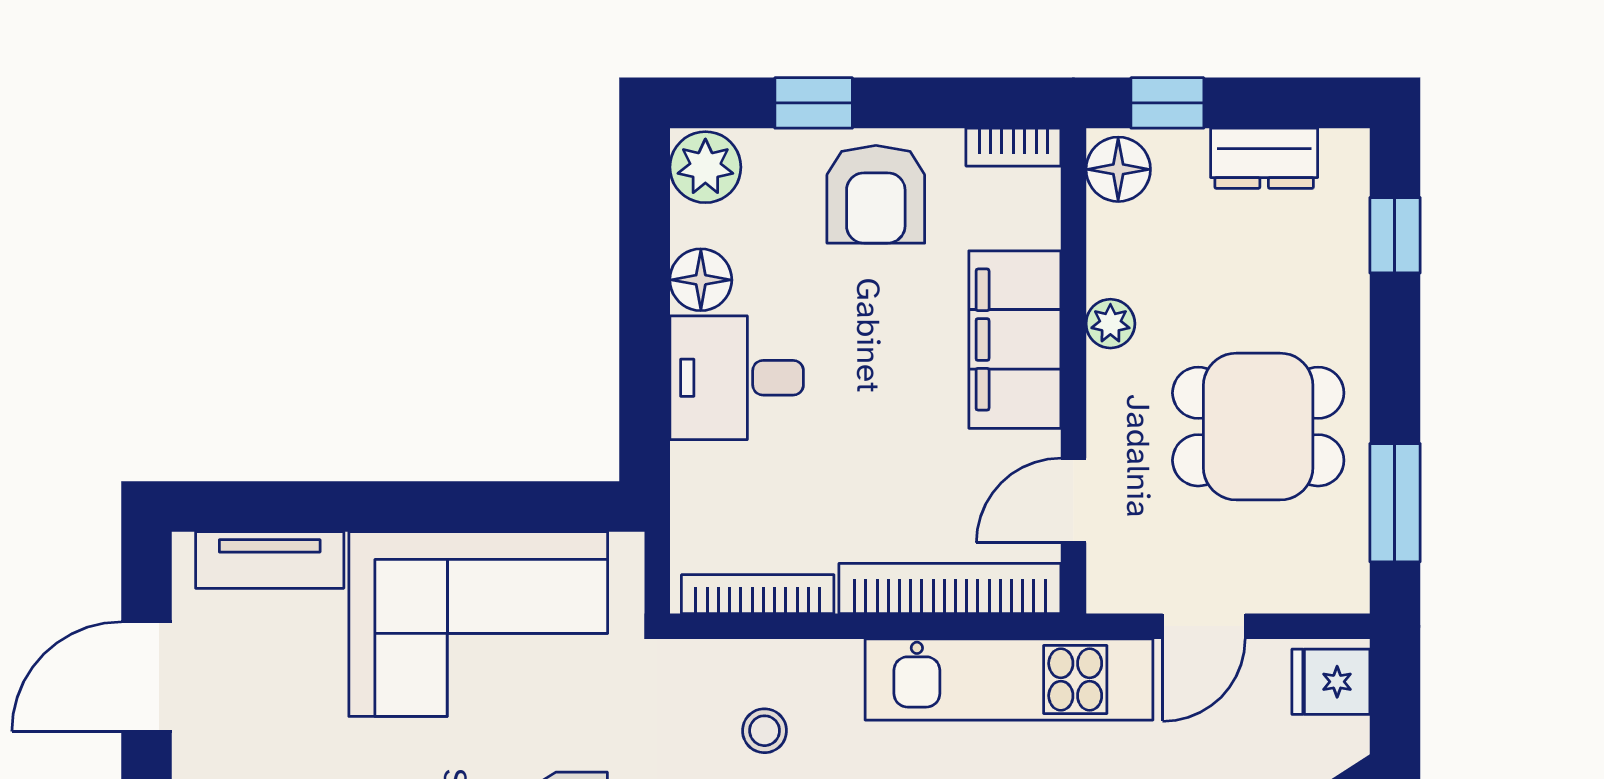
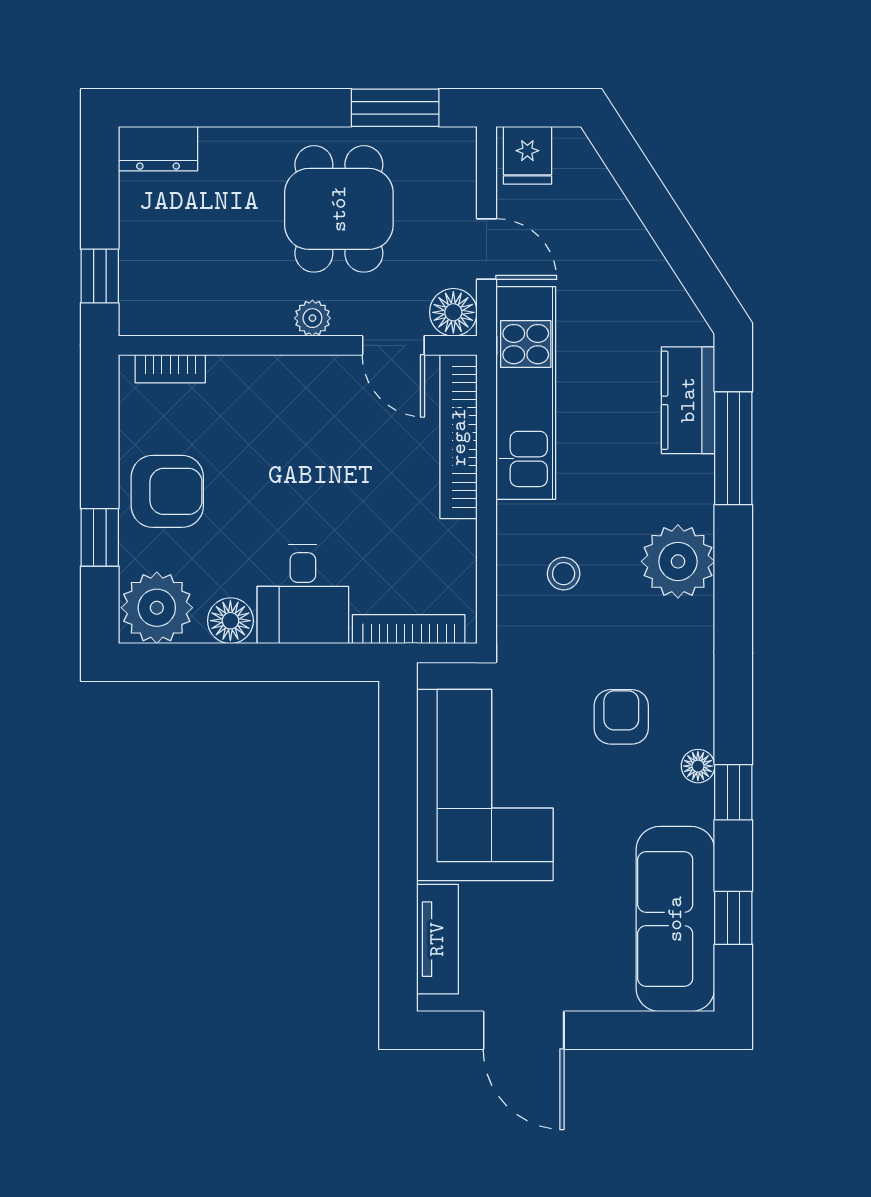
bookcase: (1013, 147) -> (170, 369), moved, turned 90
dresser: (1264, 158) -> (158, 149), moved, turned 90
plant: (705, 167) -> (157, 608), width x1.36, depth x1.36
floor lamp: (1118, 169) -> (453, 312), moved
window: (1395, 235) -> (198, 108), removed
plant: (1110, 324) -> (312, 318), moved
filing cabinet: (1015, 340) -> (275, 389), removed
bookcase: (758, 594) -> (409, 629), moved, turned 90

